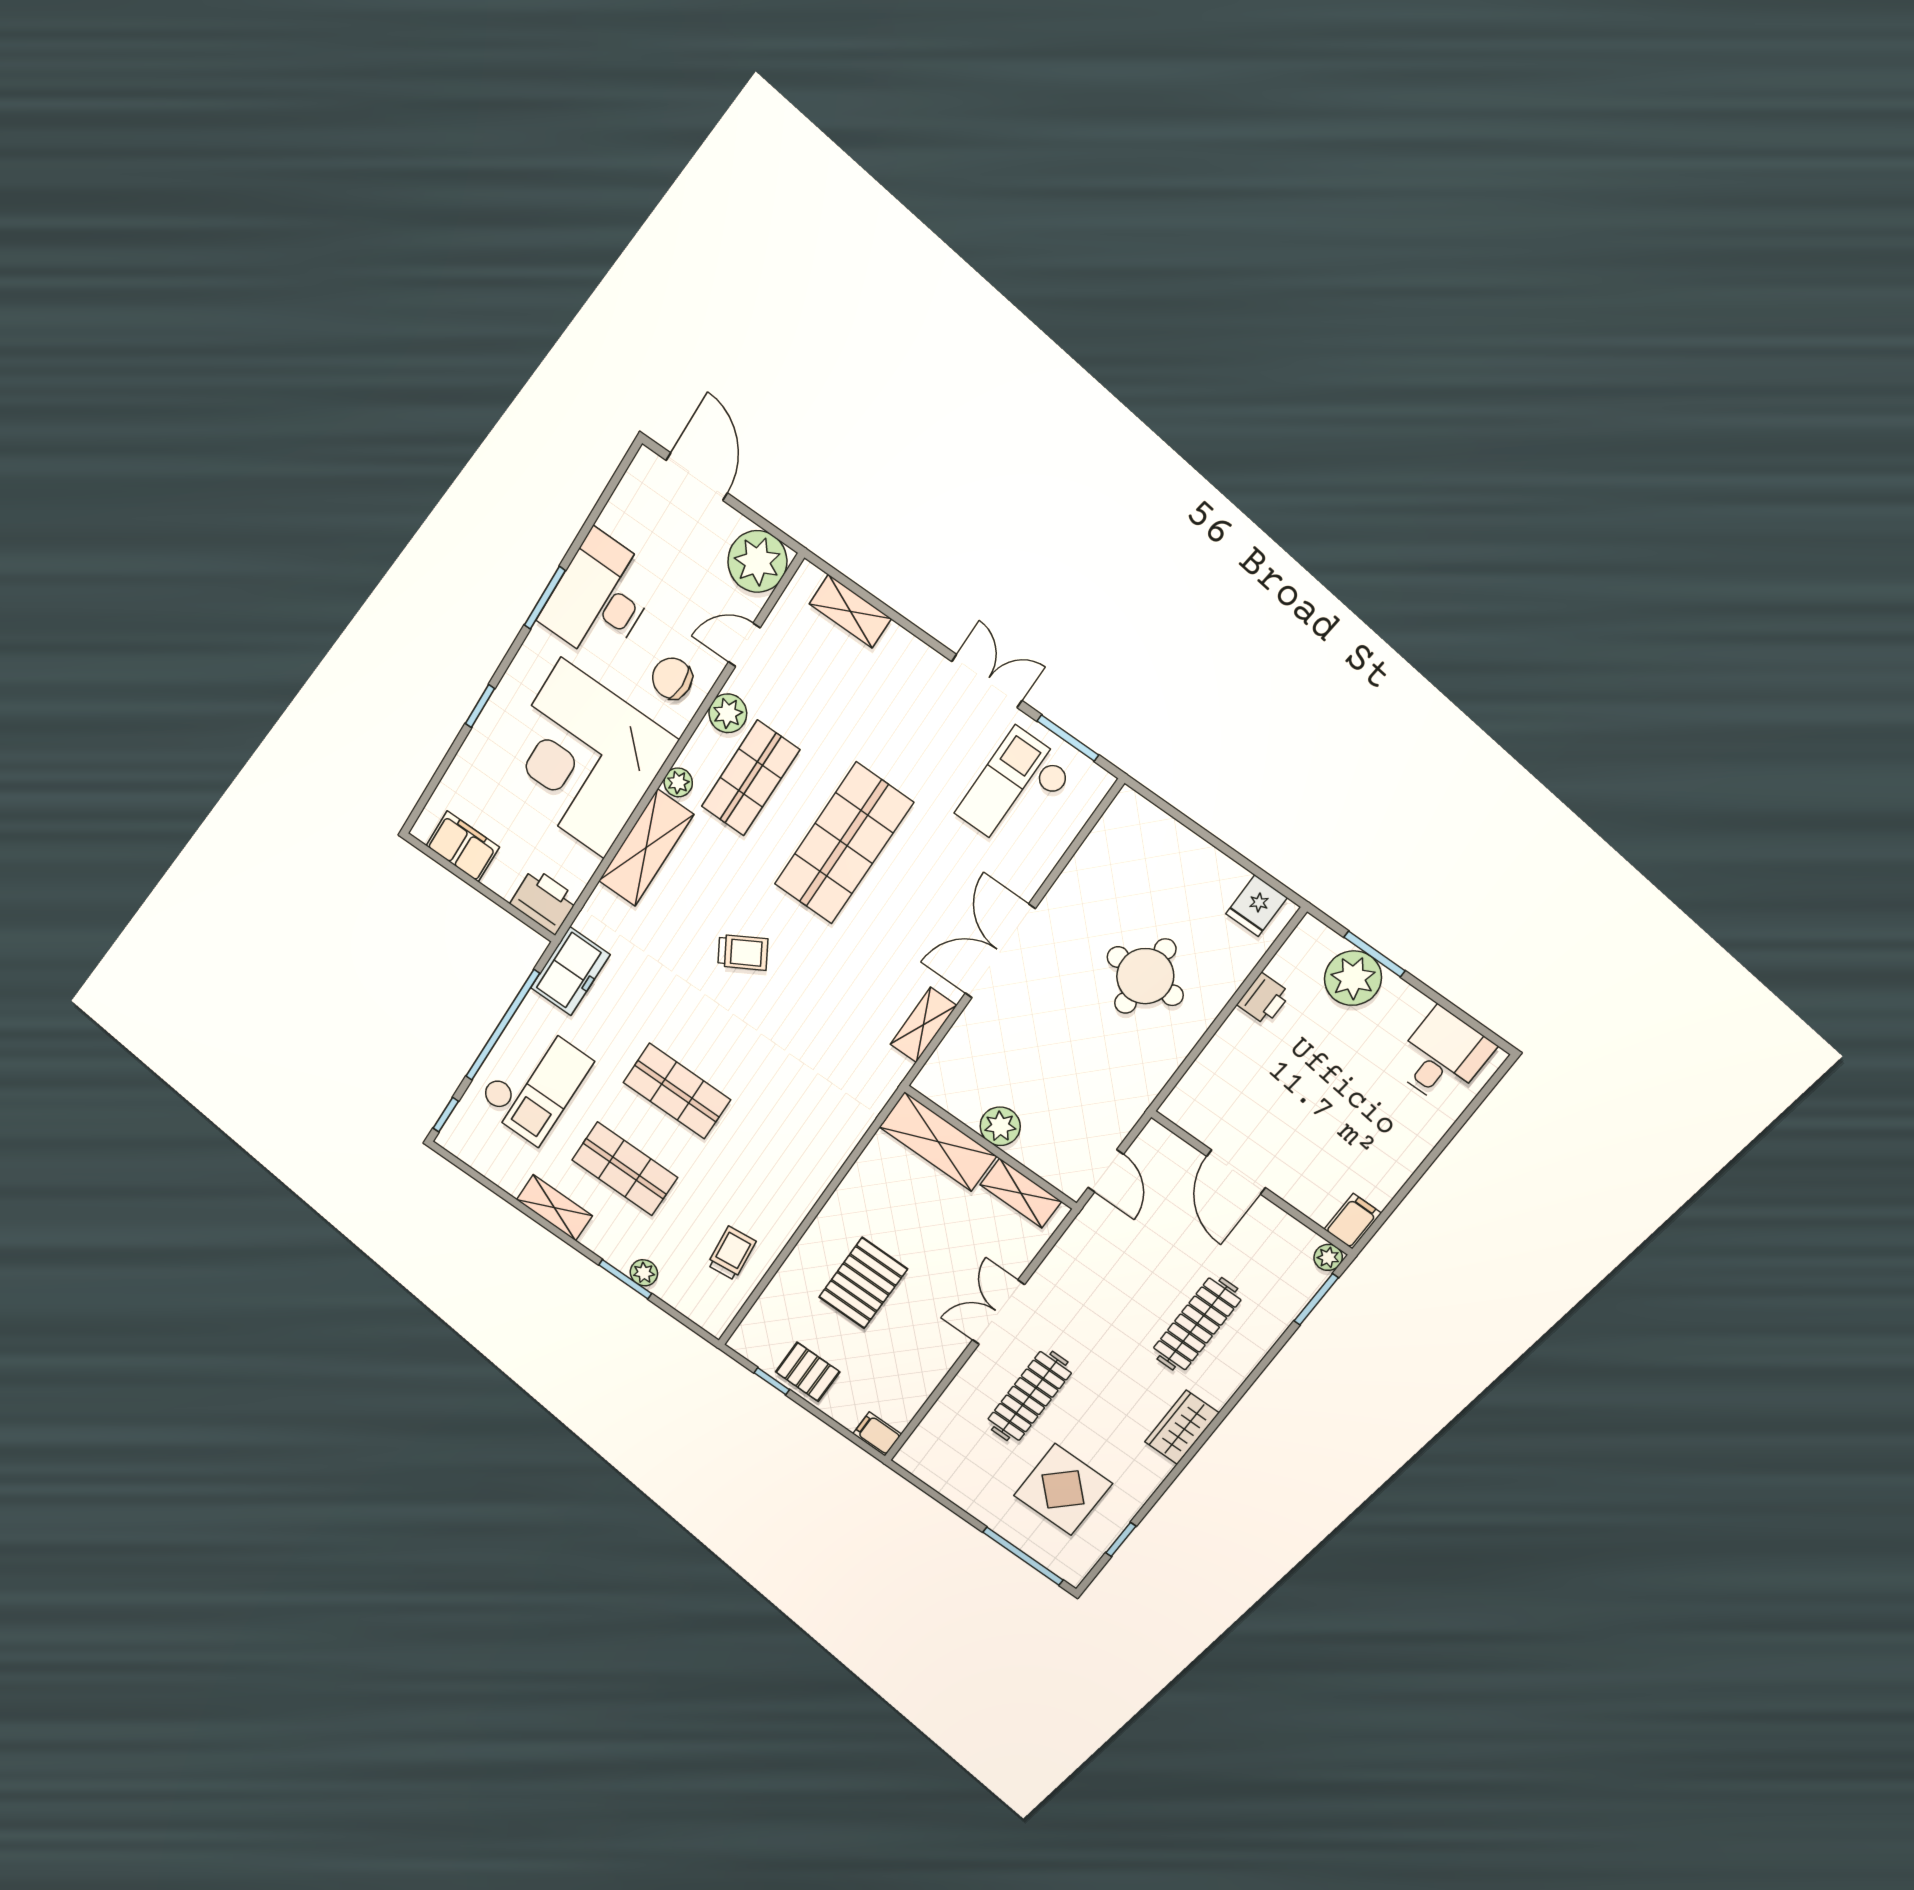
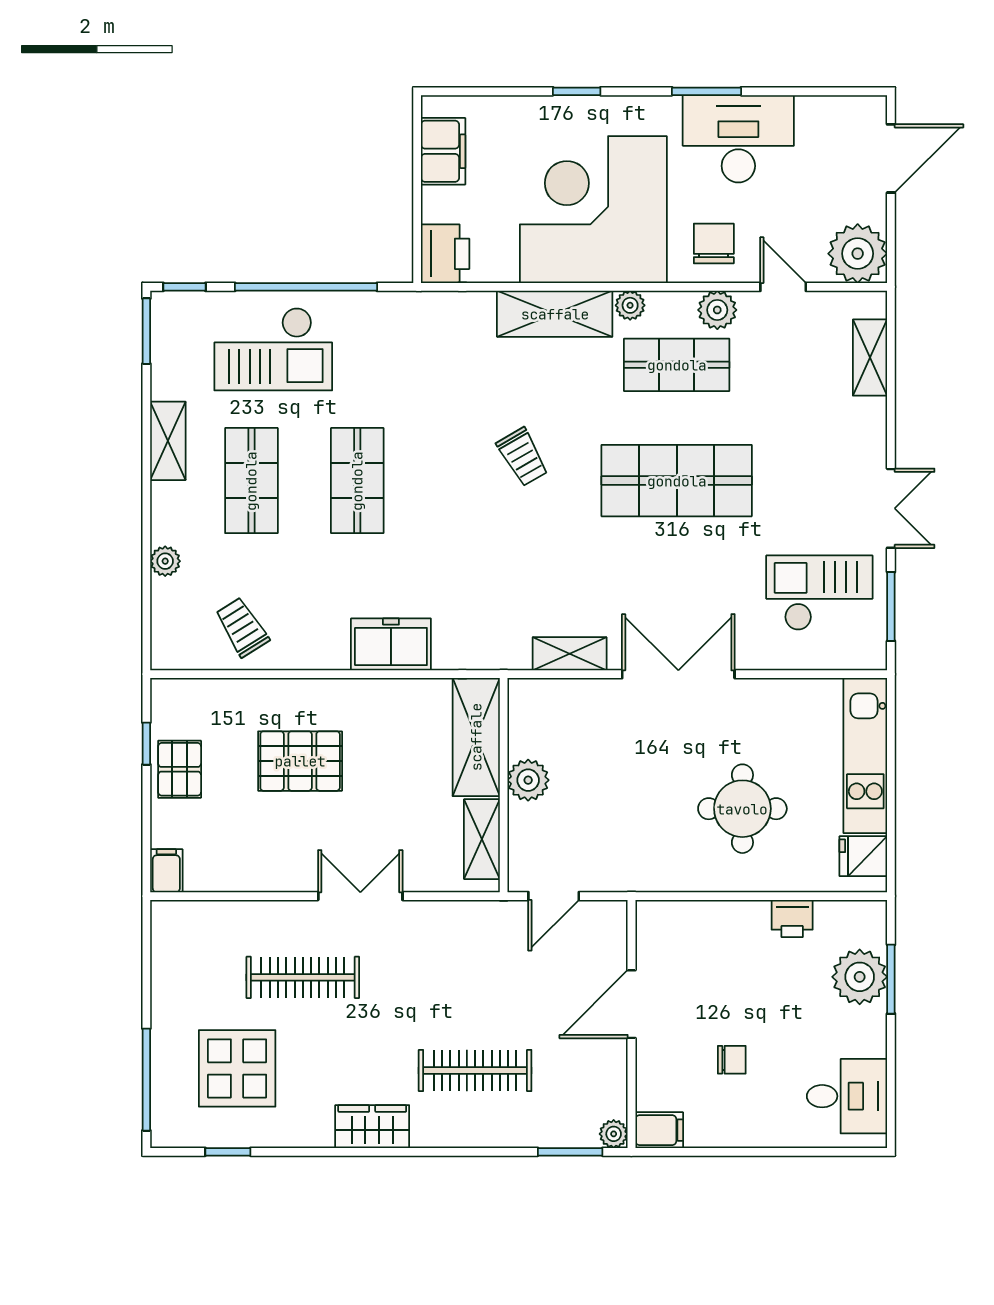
kitchen unit: (1175, 846) -> (865, 756), added
freezer: (570, 971) -> (391, 644), moved, turned 180
chair: (1341, 1126) -> (732, 1060), added
trolley: (732, 1253) -> (242, 627), turned -116
window: (625, 1279) -> (146, 331), moved

